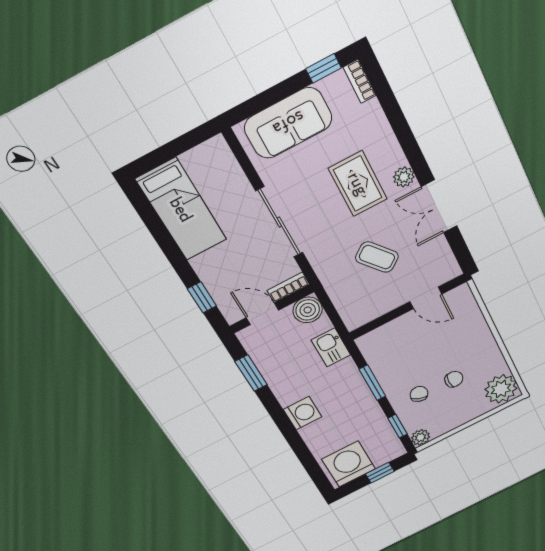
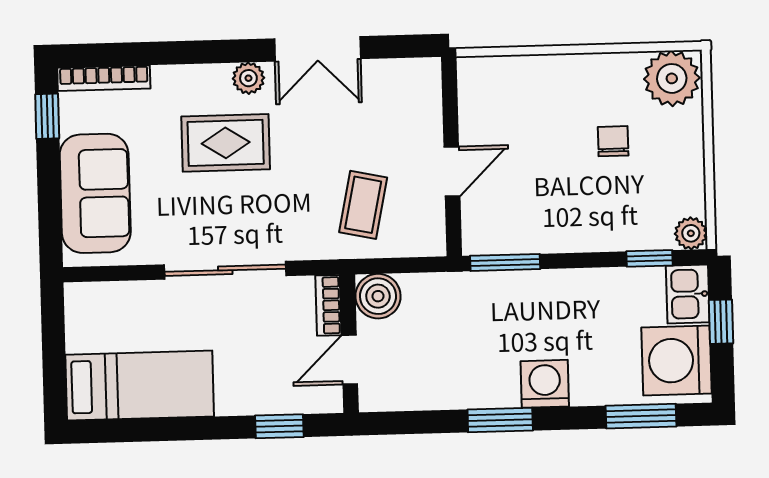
bookcase: (360, 81) -> (104, 78), width x1.56
coffee table: (377, 257) -> (363, 205), moved, turned -40
door: (426, 298) -> (452, 171), moved
kitchen sink: (331, 347) -> (688, 294), moved, turned 90
window: (251, 373) -> (500, 420), moved
window: (372, 383) -> (505, 262), moved
chair: (419, 394) -> (610, 203), removed
window: (310, 463) -> (641, 416), added

